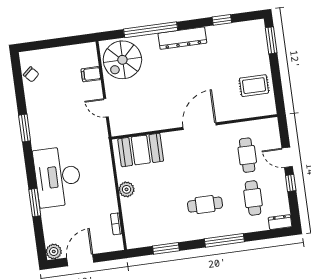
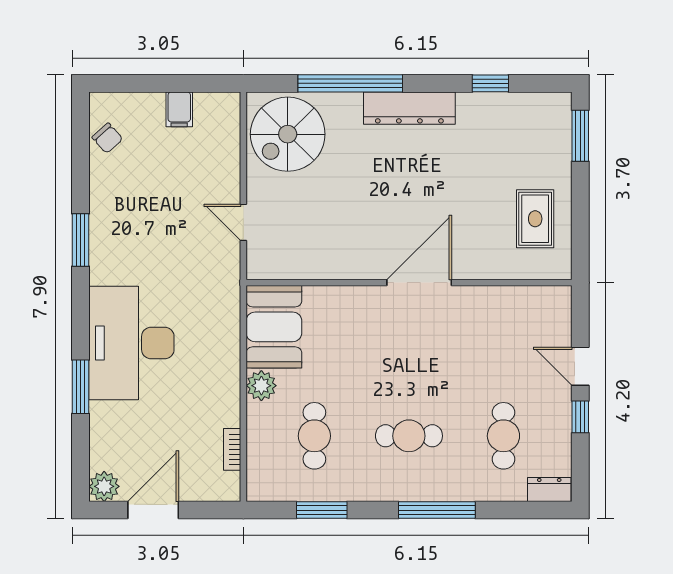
filing cabinet: (91, 74) -> (179, 109), moved, turned -90
rug: (254, 86) -> (535, 219), turned 90
booth: (141, 150) -> (274, 327), moved, turned 90
cafe table: (247, 155) -> (314, 436), moved

